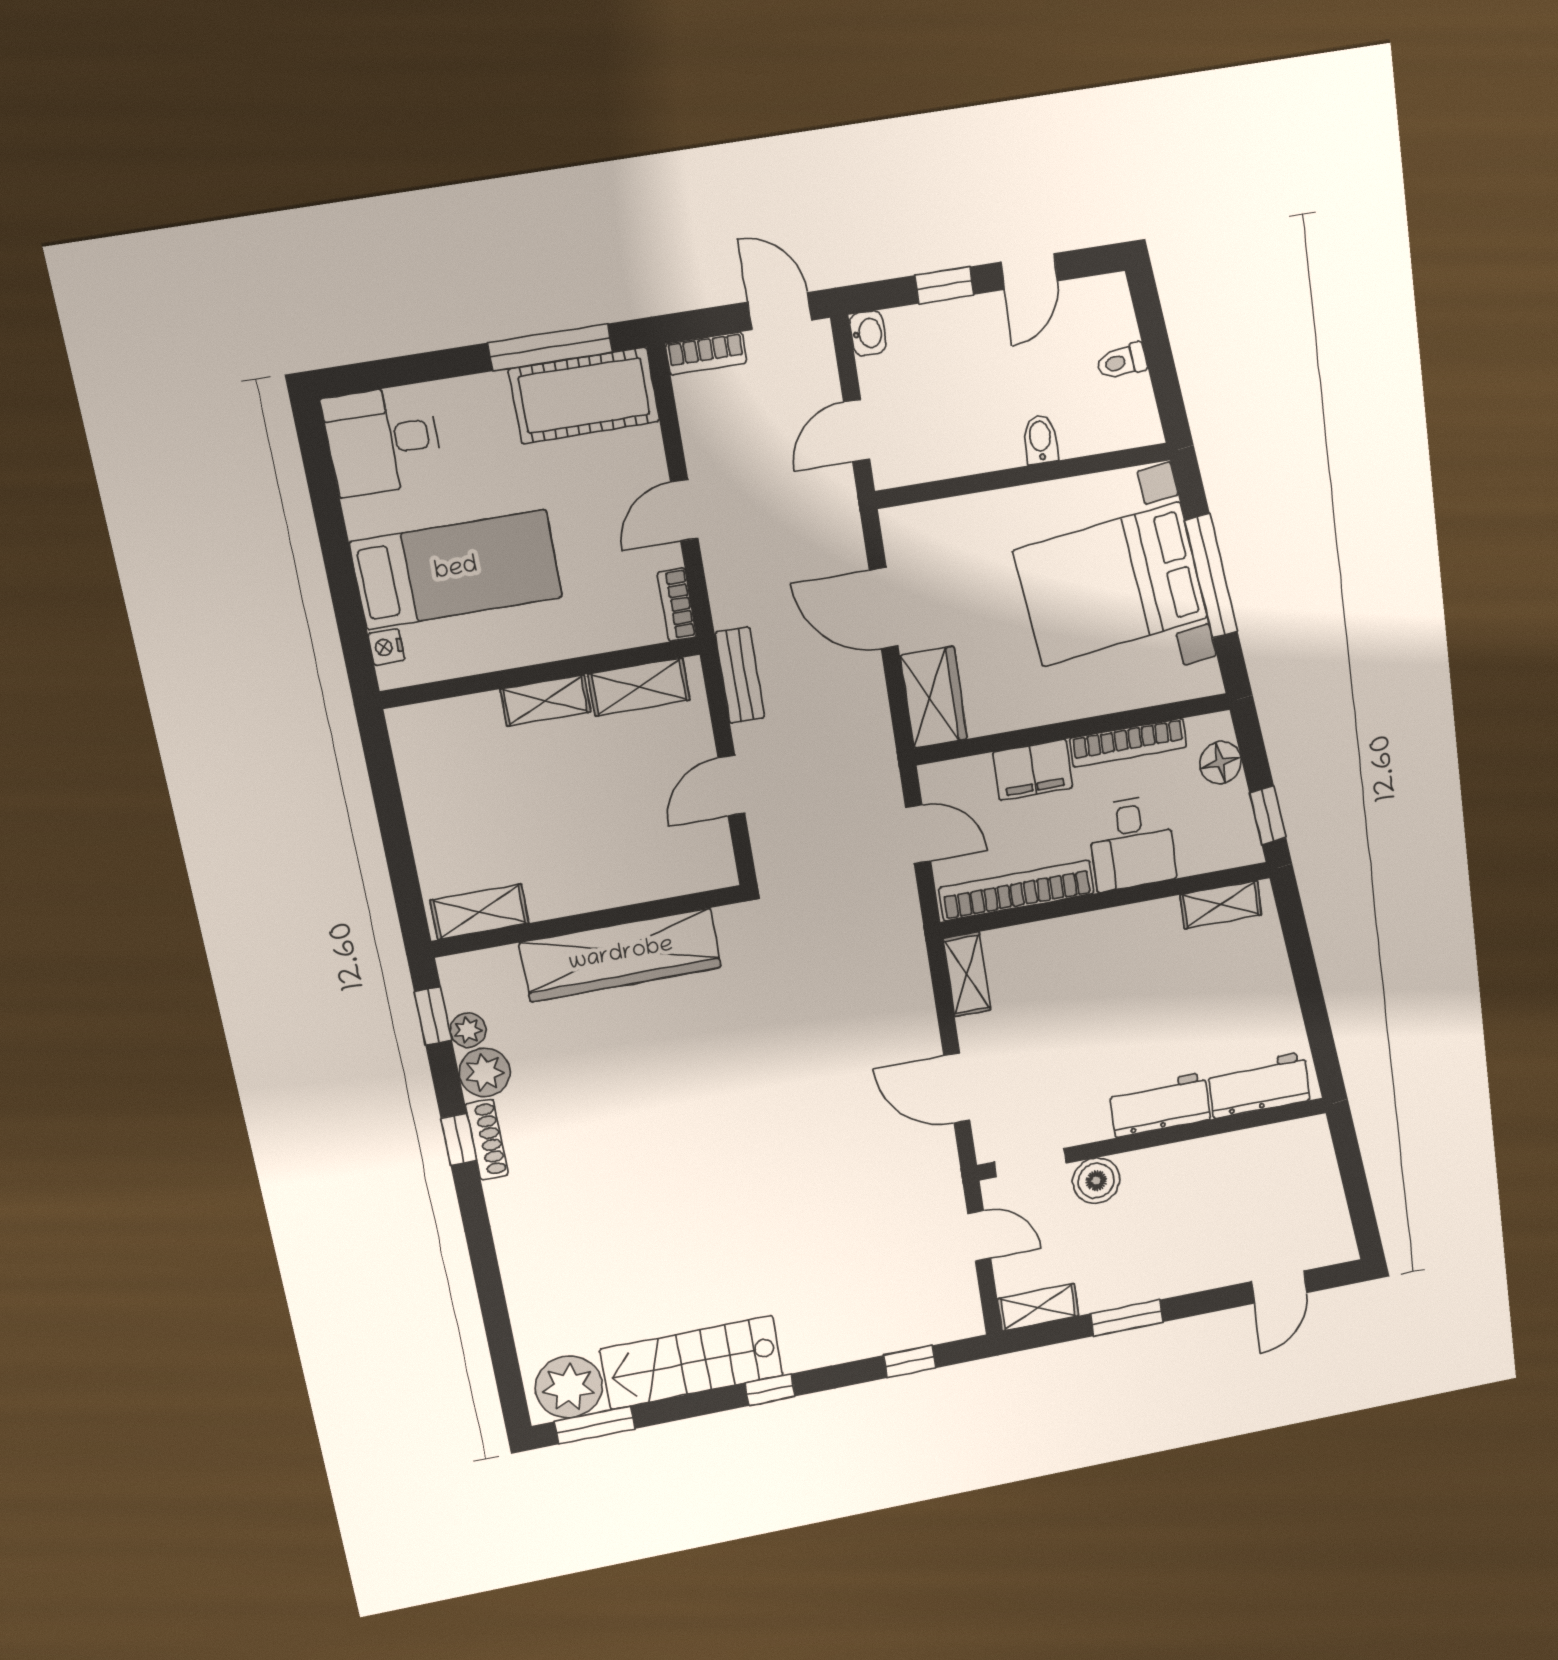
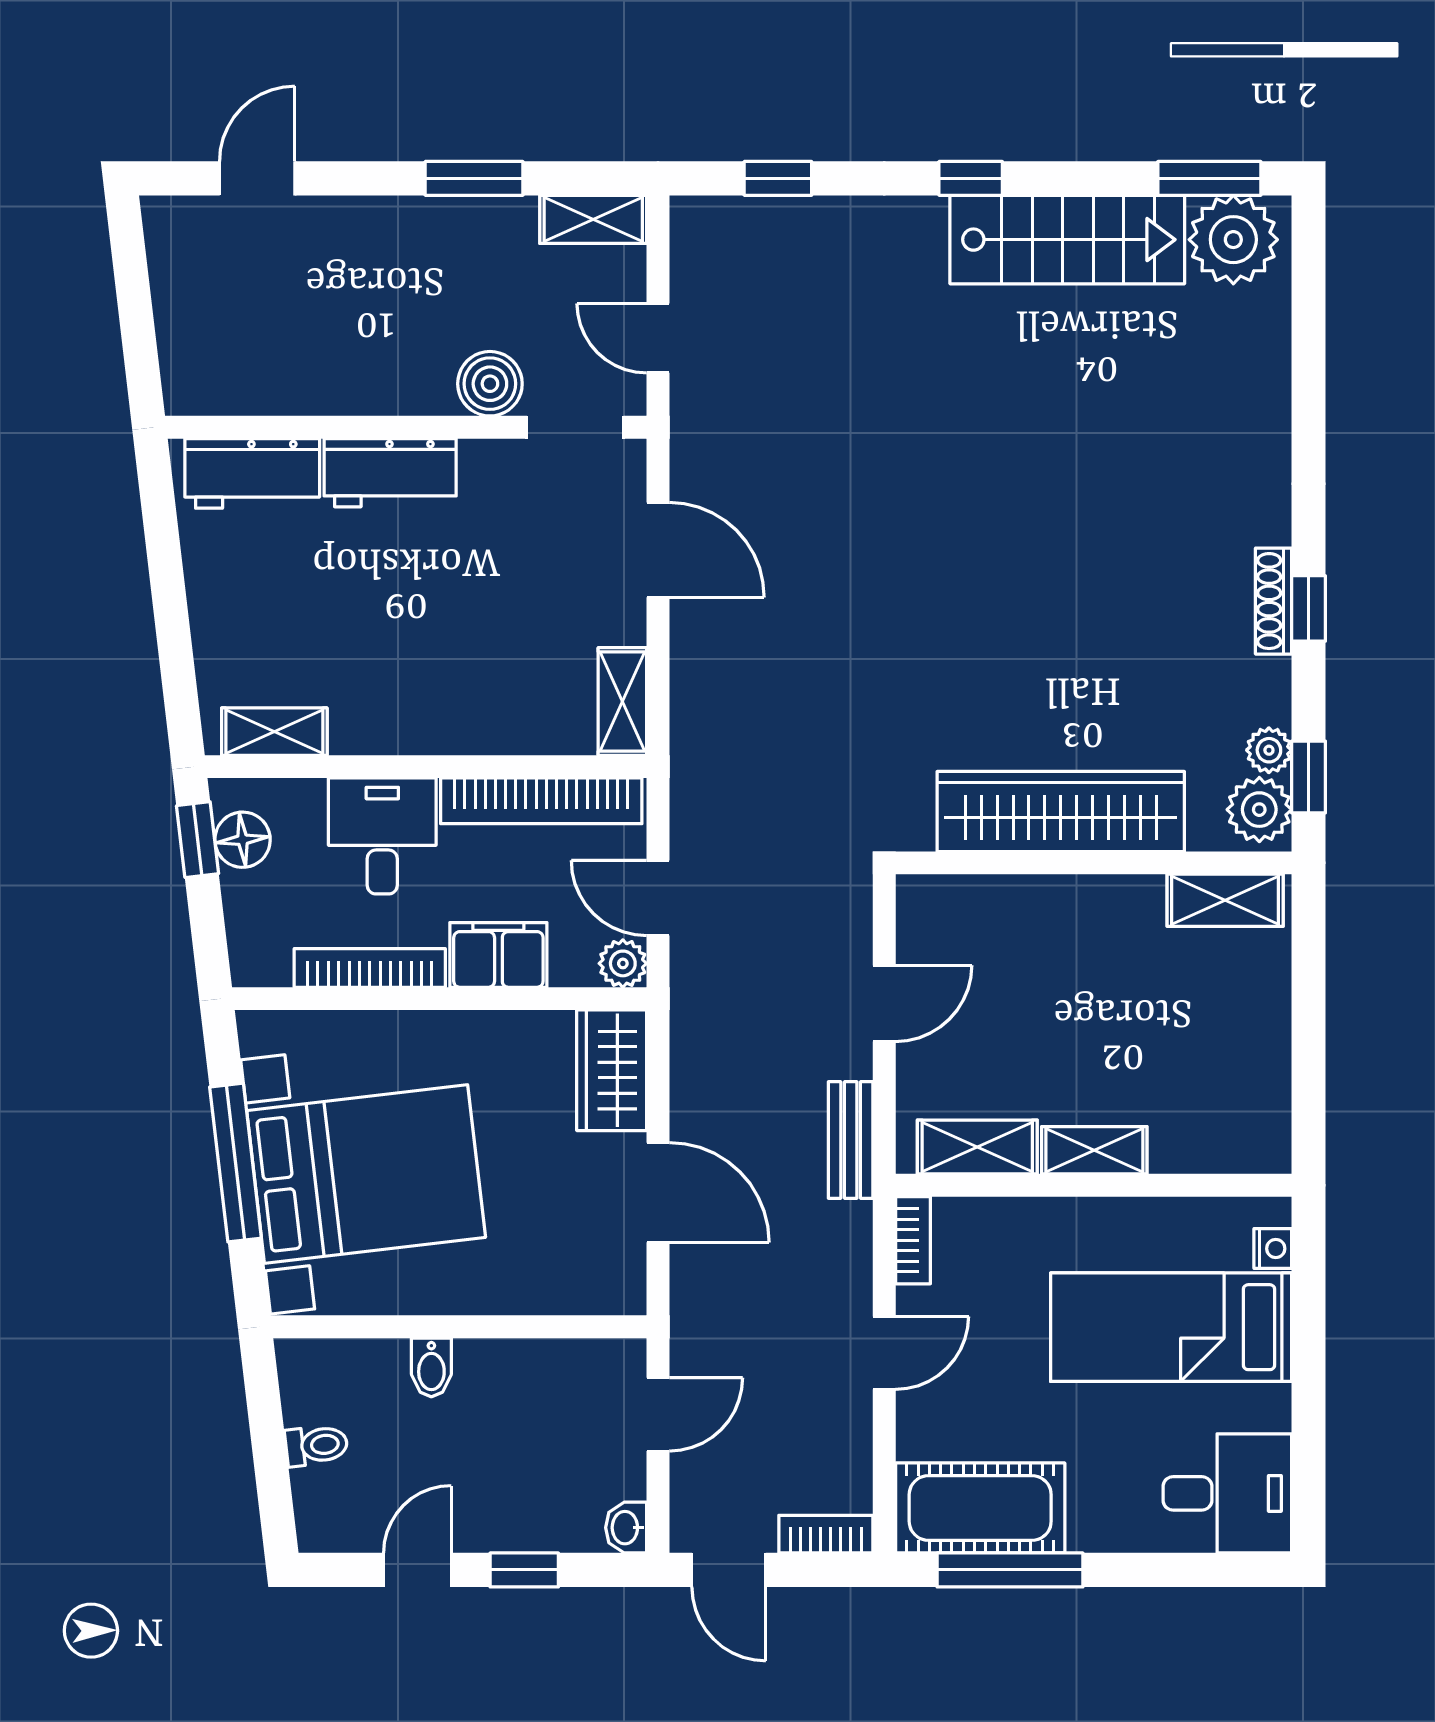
floor lamp: (1221, 763) -> (243, 840), moved
plant: (937, 780) -> (623, 963), added
plant: (484, 1072) -> (1259, 810), moved

